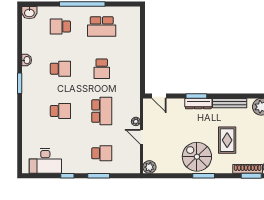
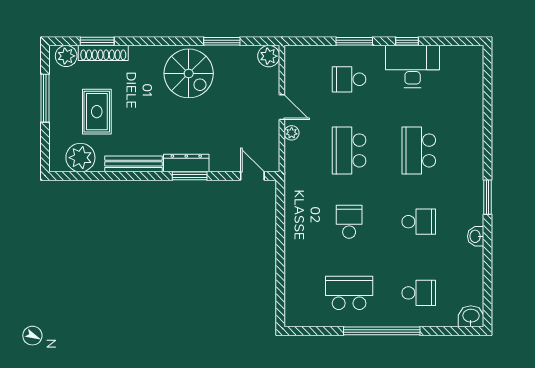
school desk: (60, 69) -> (419, 222), turned 180
school desk: (60, 111) -> (419, 150), width x1.85
rug: (227, 140) -> (97, 112), moved
desk: (45, 161) -> (413, 66), moved
window: (204, 176) -> (222, 41), moved

